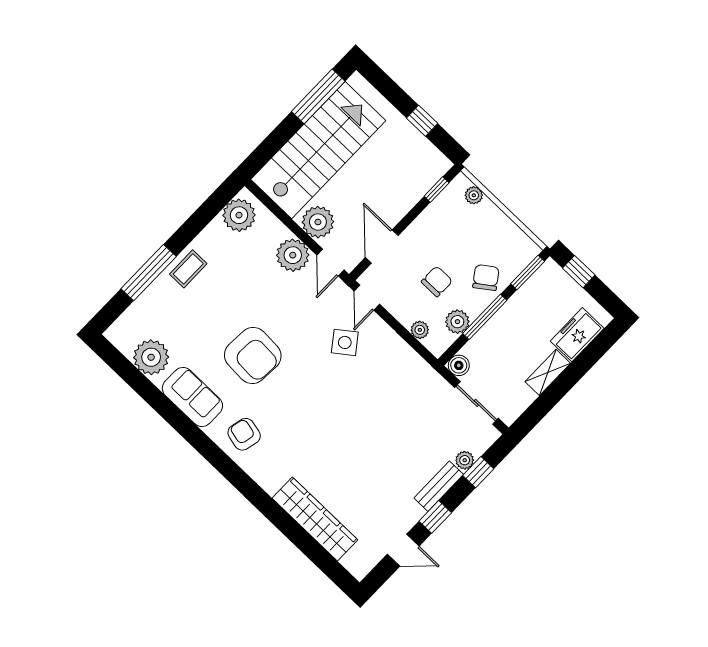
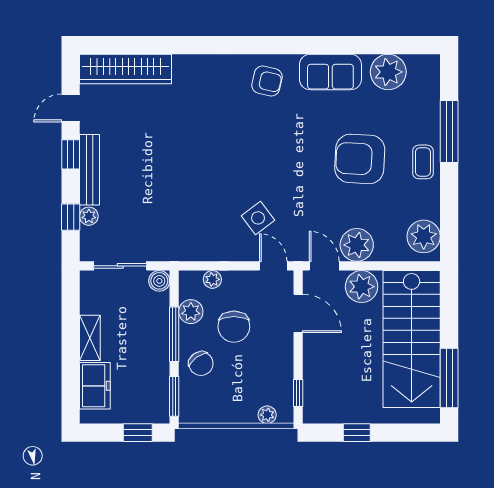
chair: (437, 281) -> (234, 327), width x1.37, depth x1.37
armchair: (253, 355) -> (360, 159), moved
bench: (439, 486) -> (89, 170), width x1.36
wardrobe: (315, 519) -> (125, 69), moved

